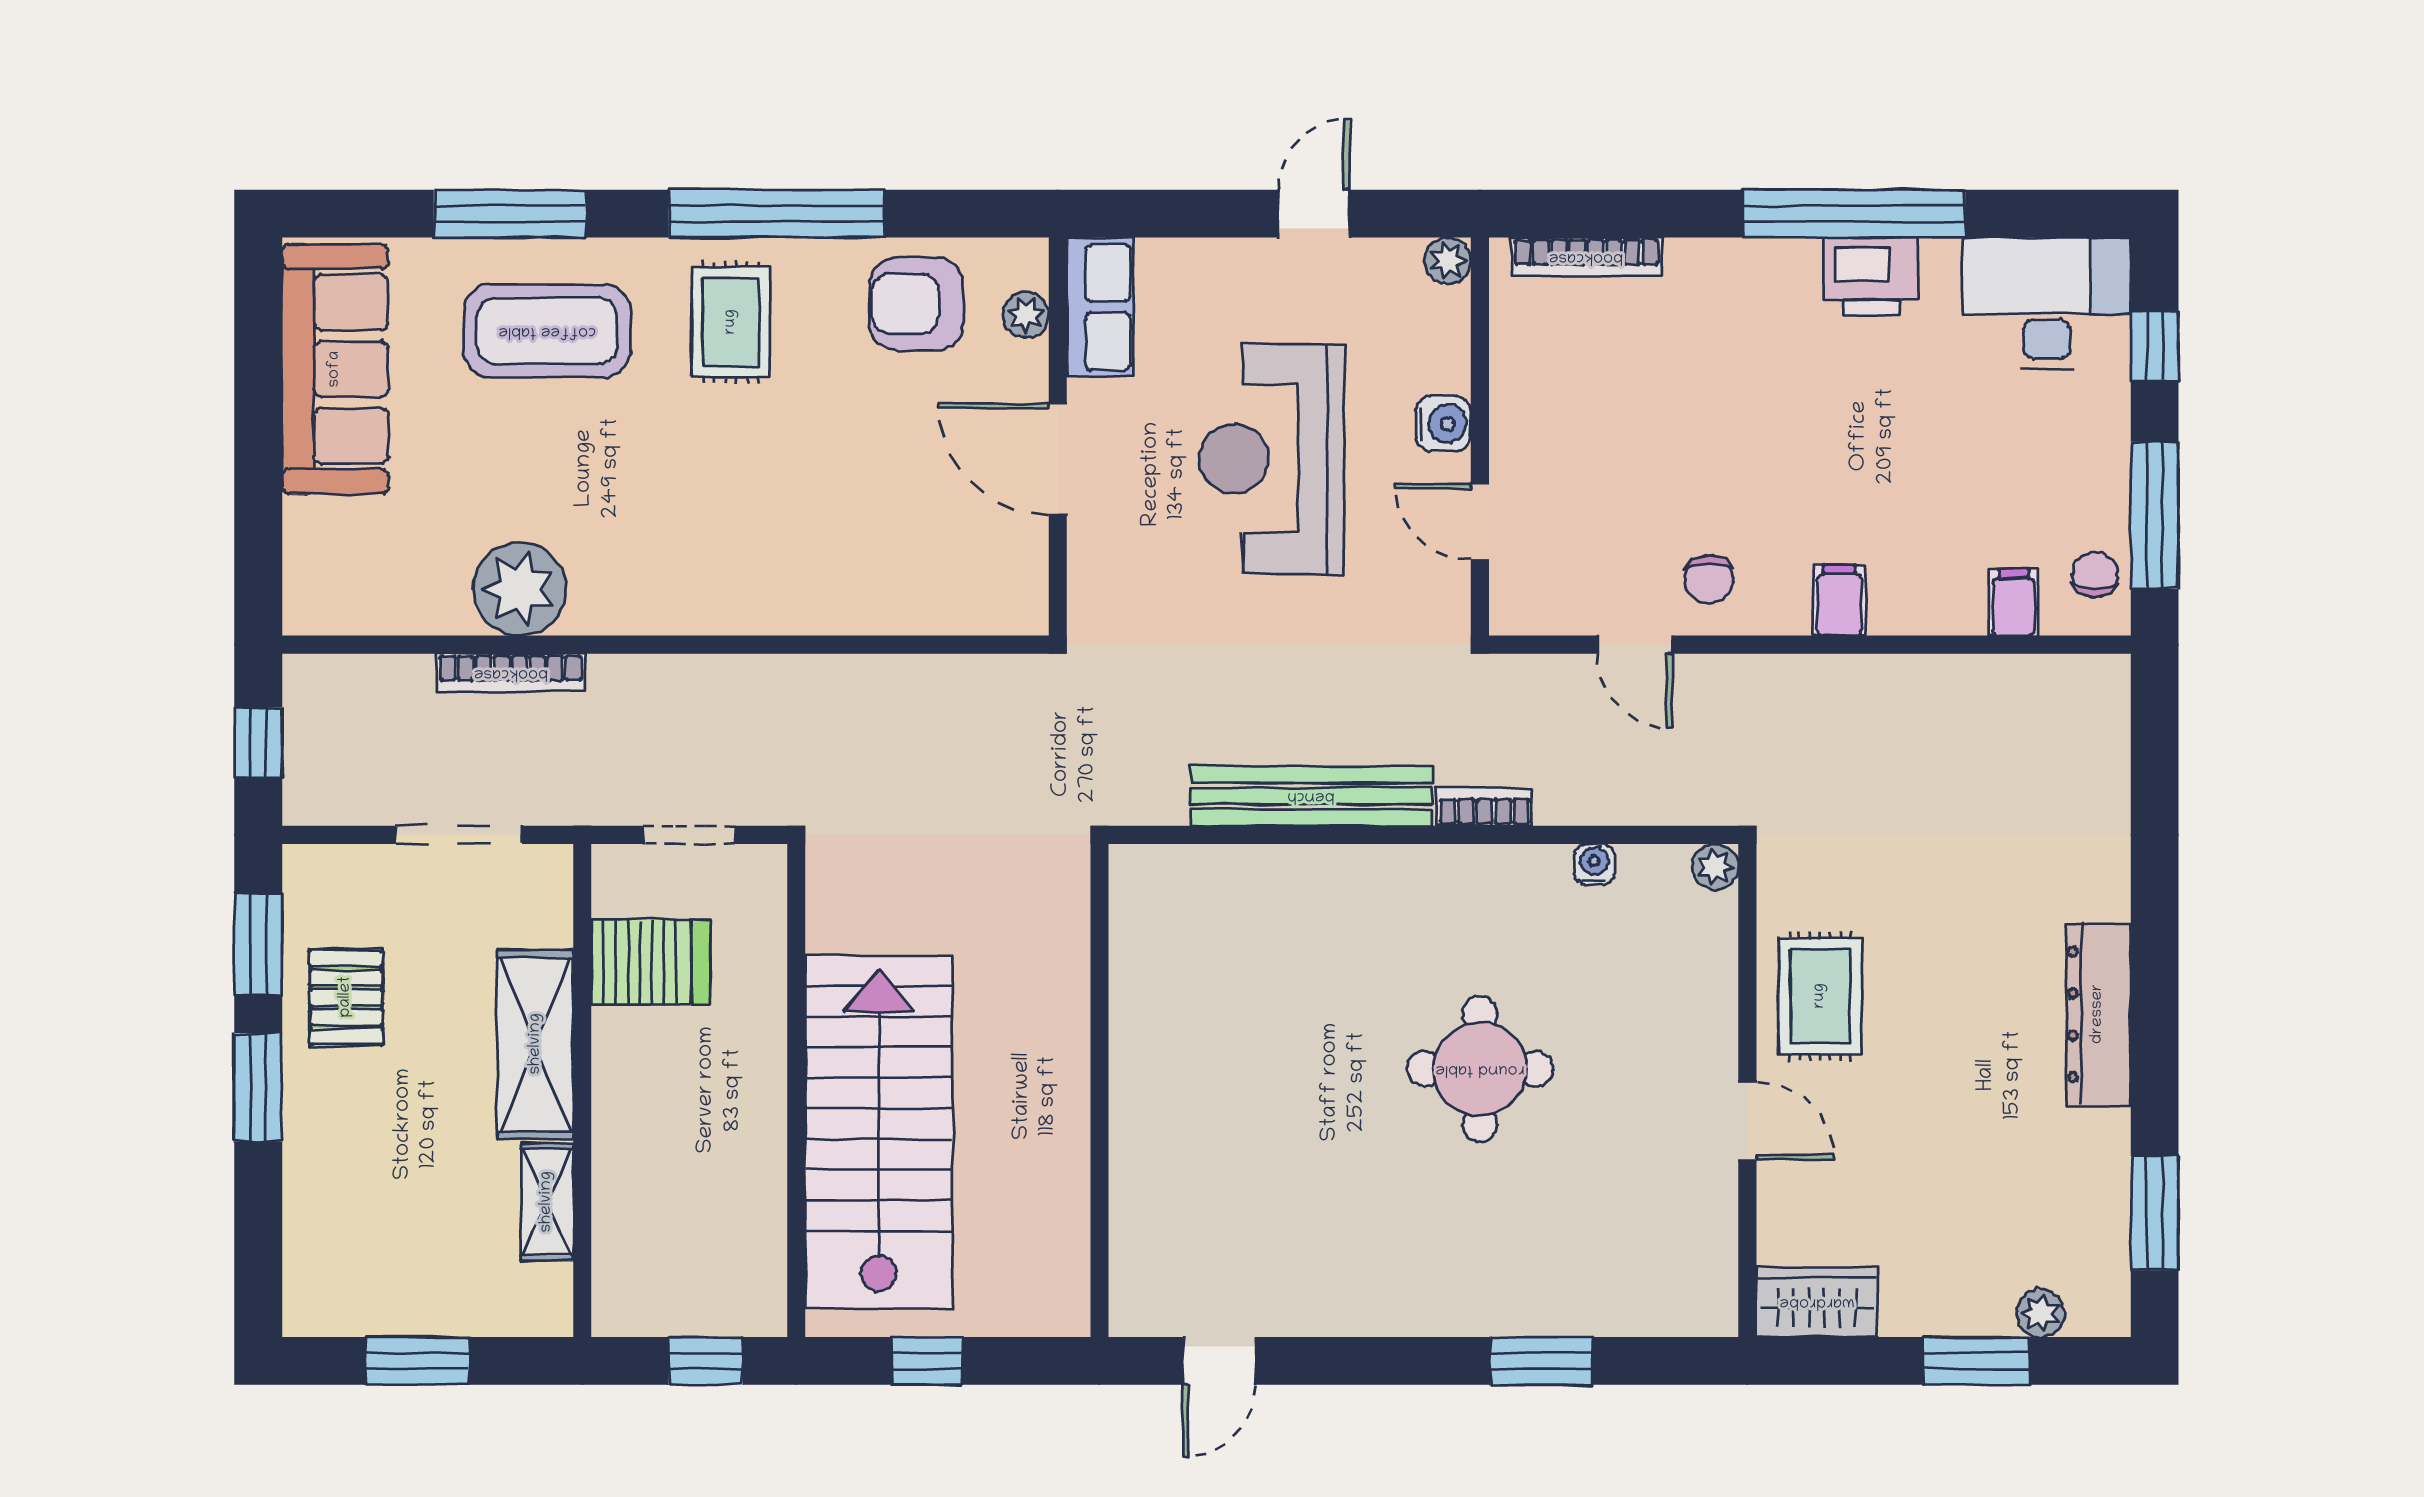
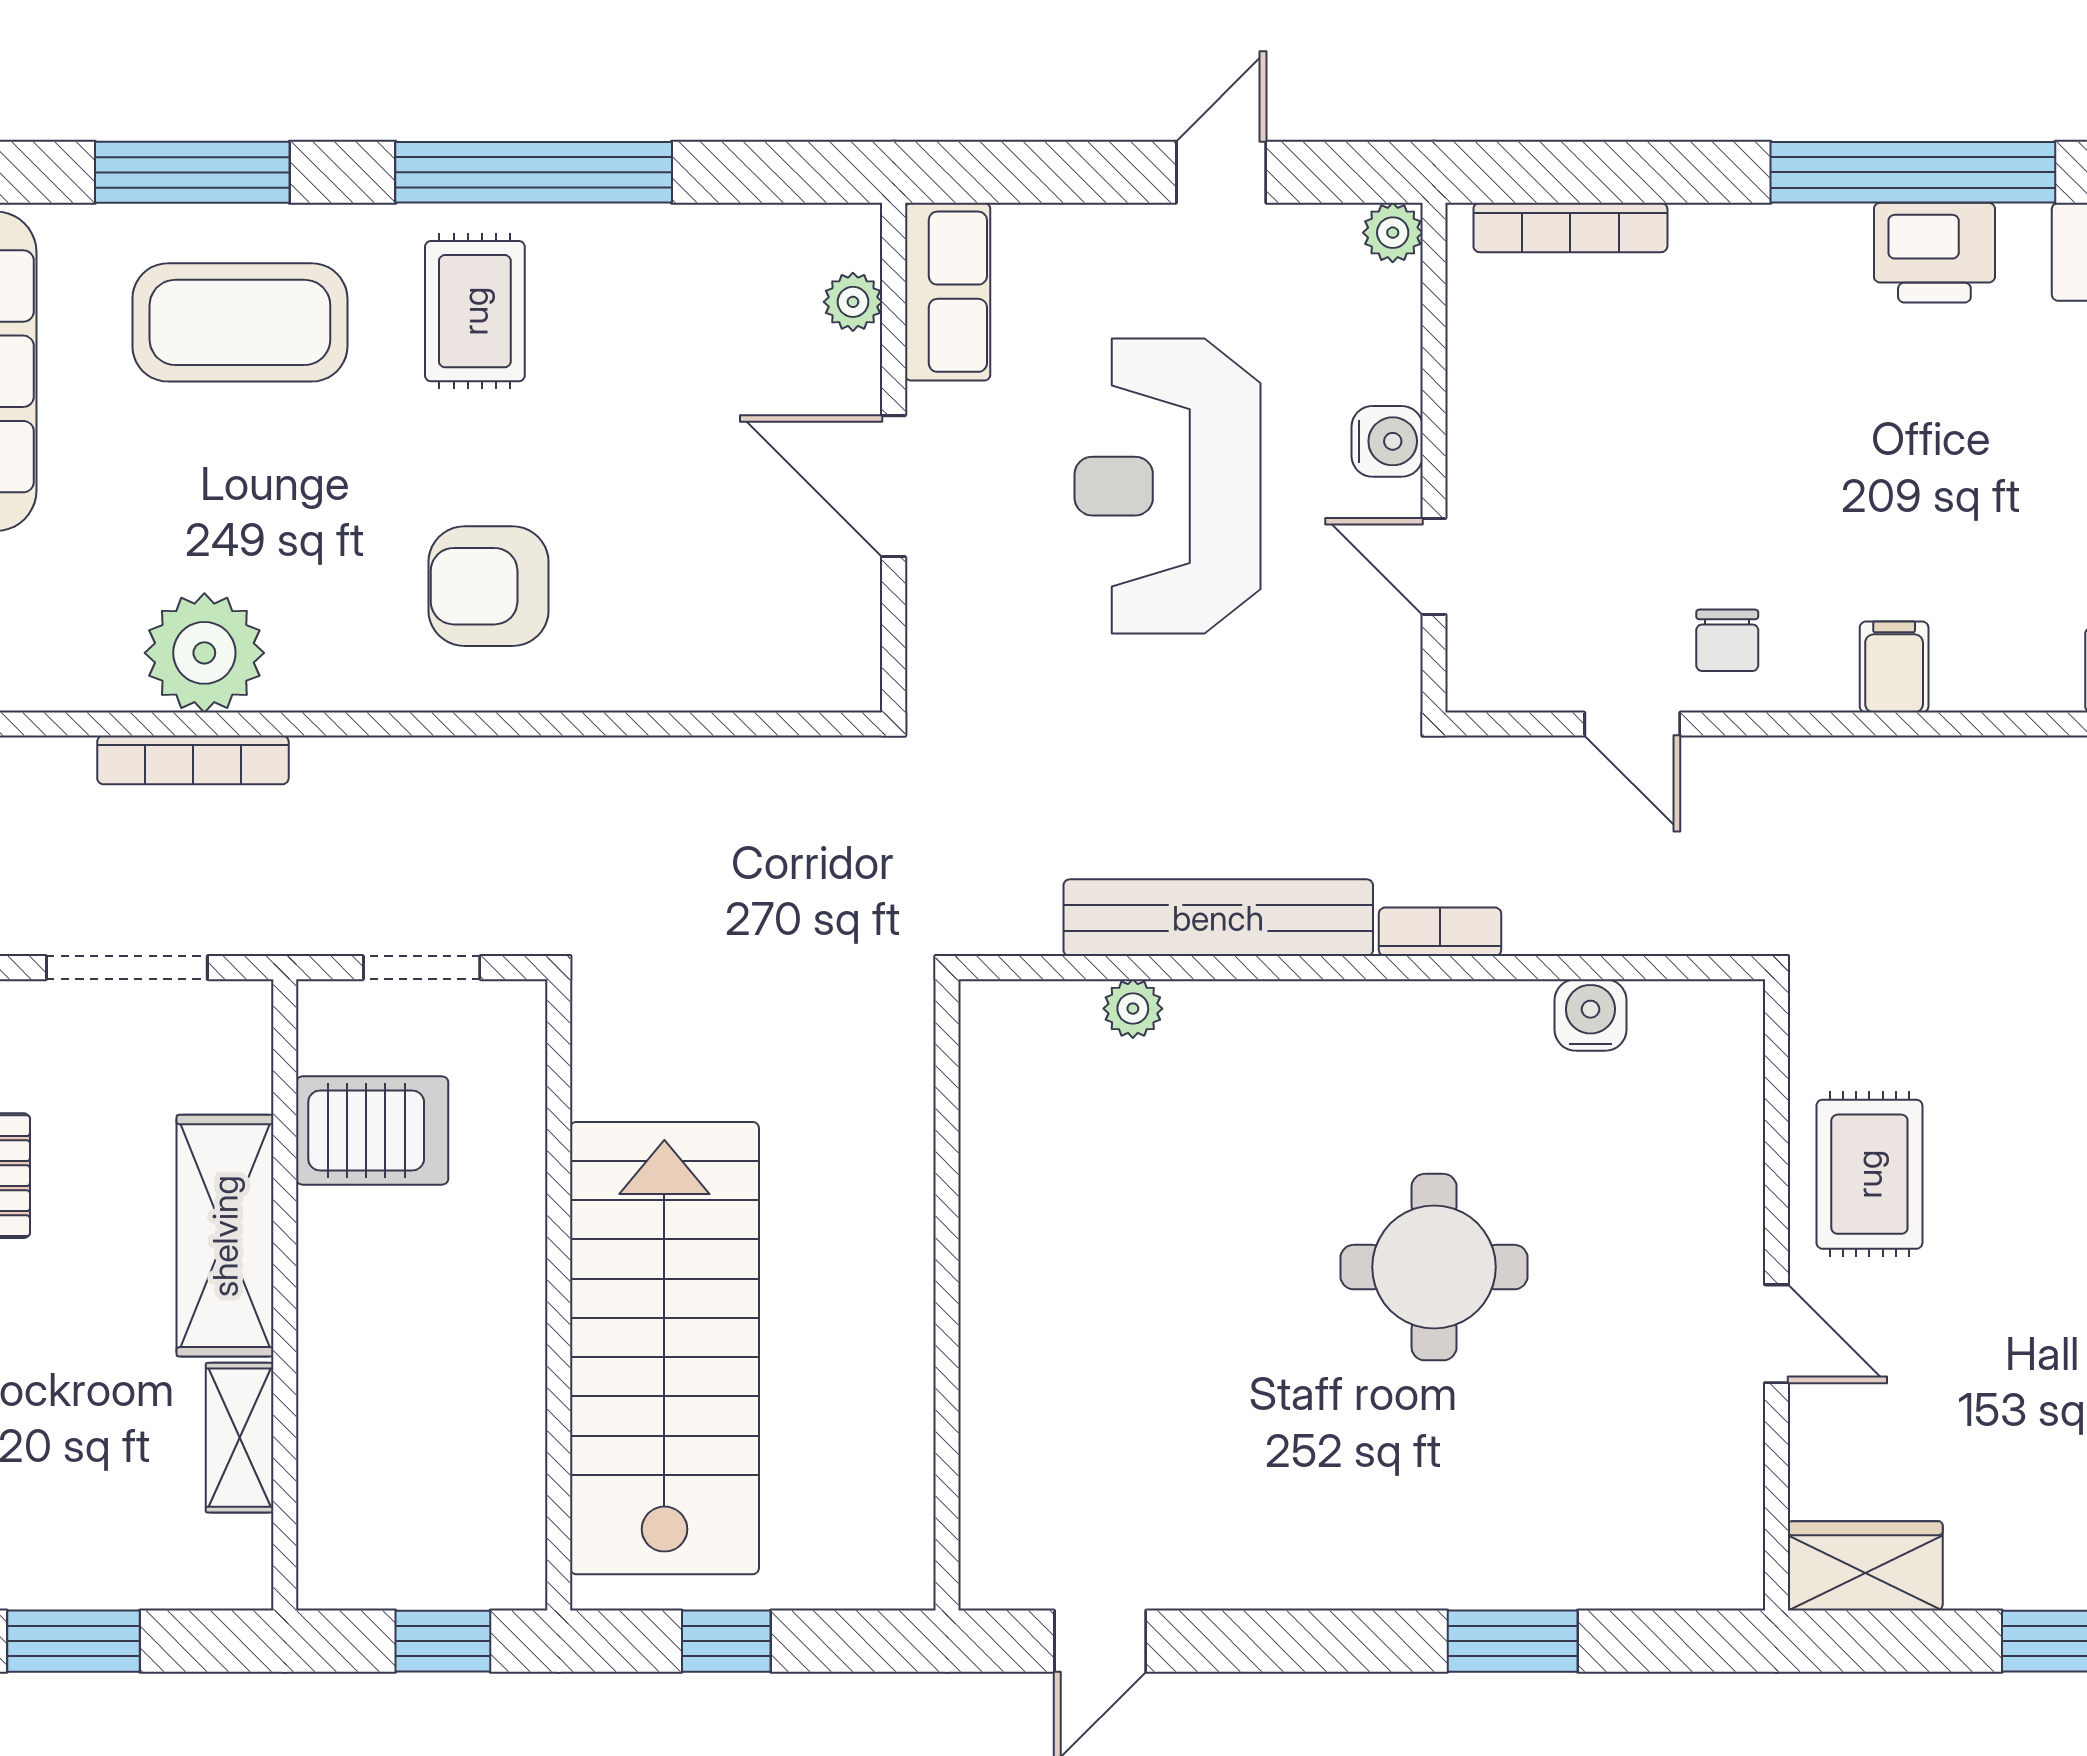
armchair: (916, 304) -> (488, 586), moved
water cooler: (1594, 864) -> (1590, 1015), width x1.38, depth x1.38
plant: (1715, 867) -> (1133, 1009), moved

